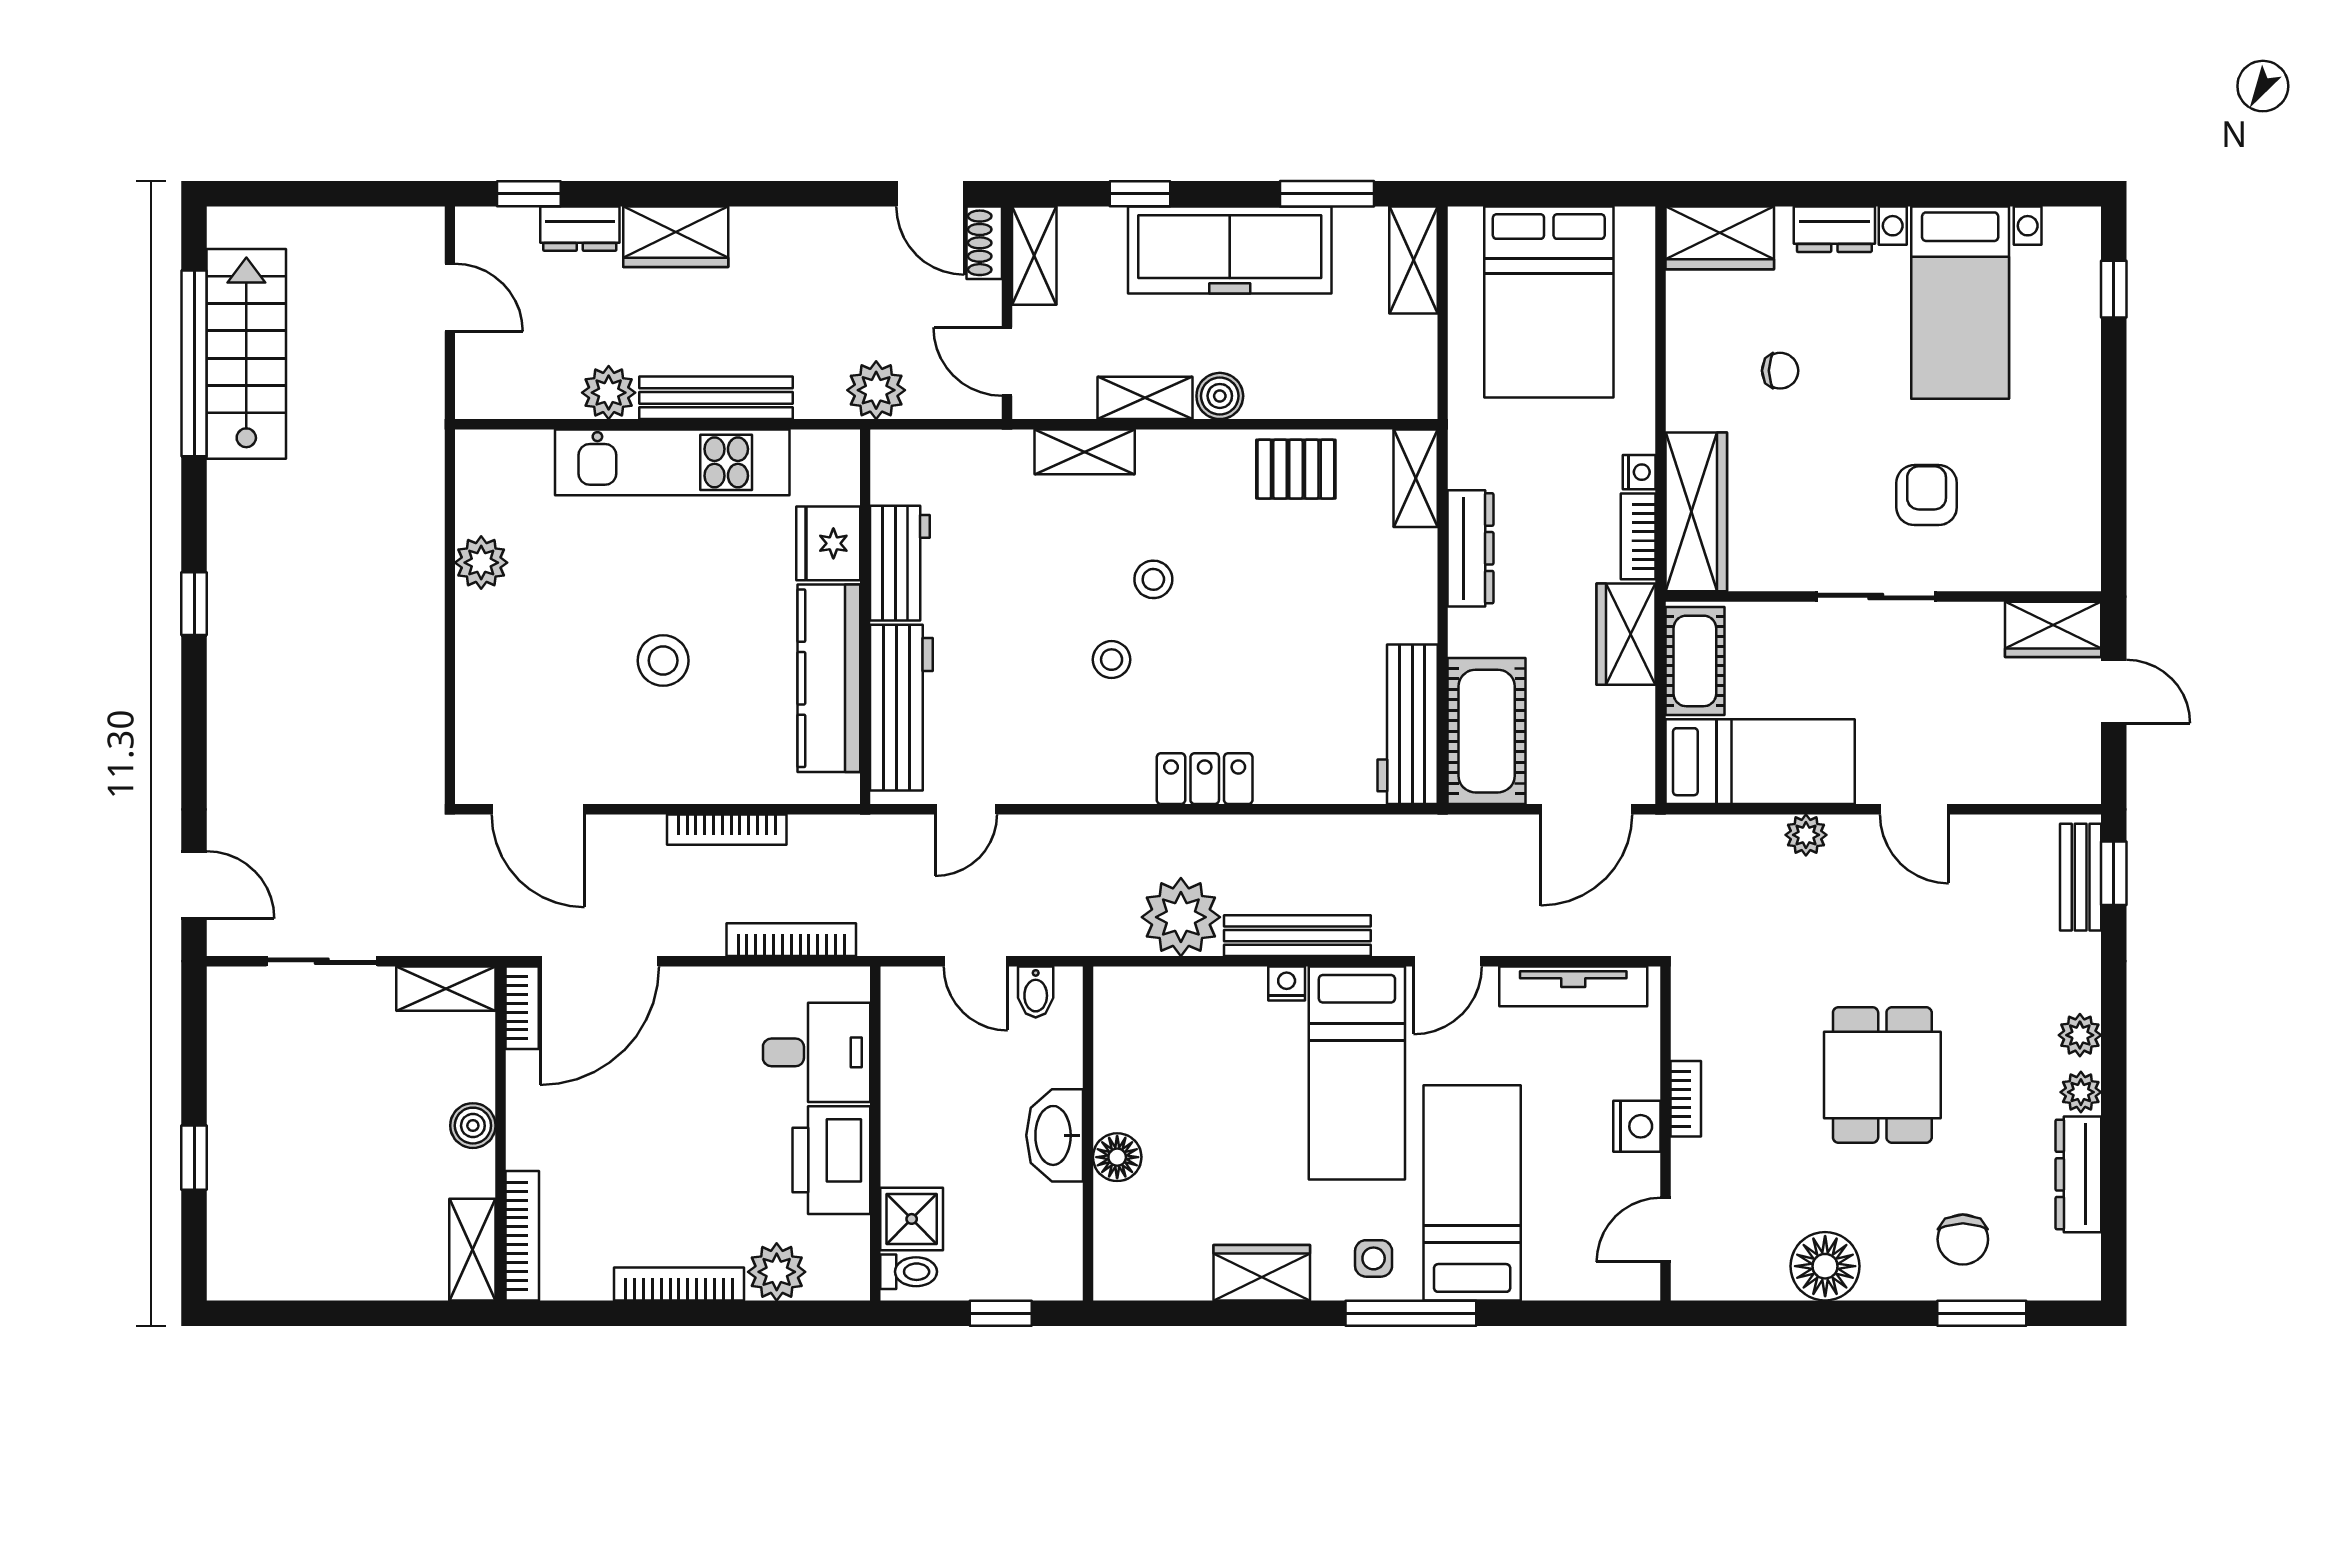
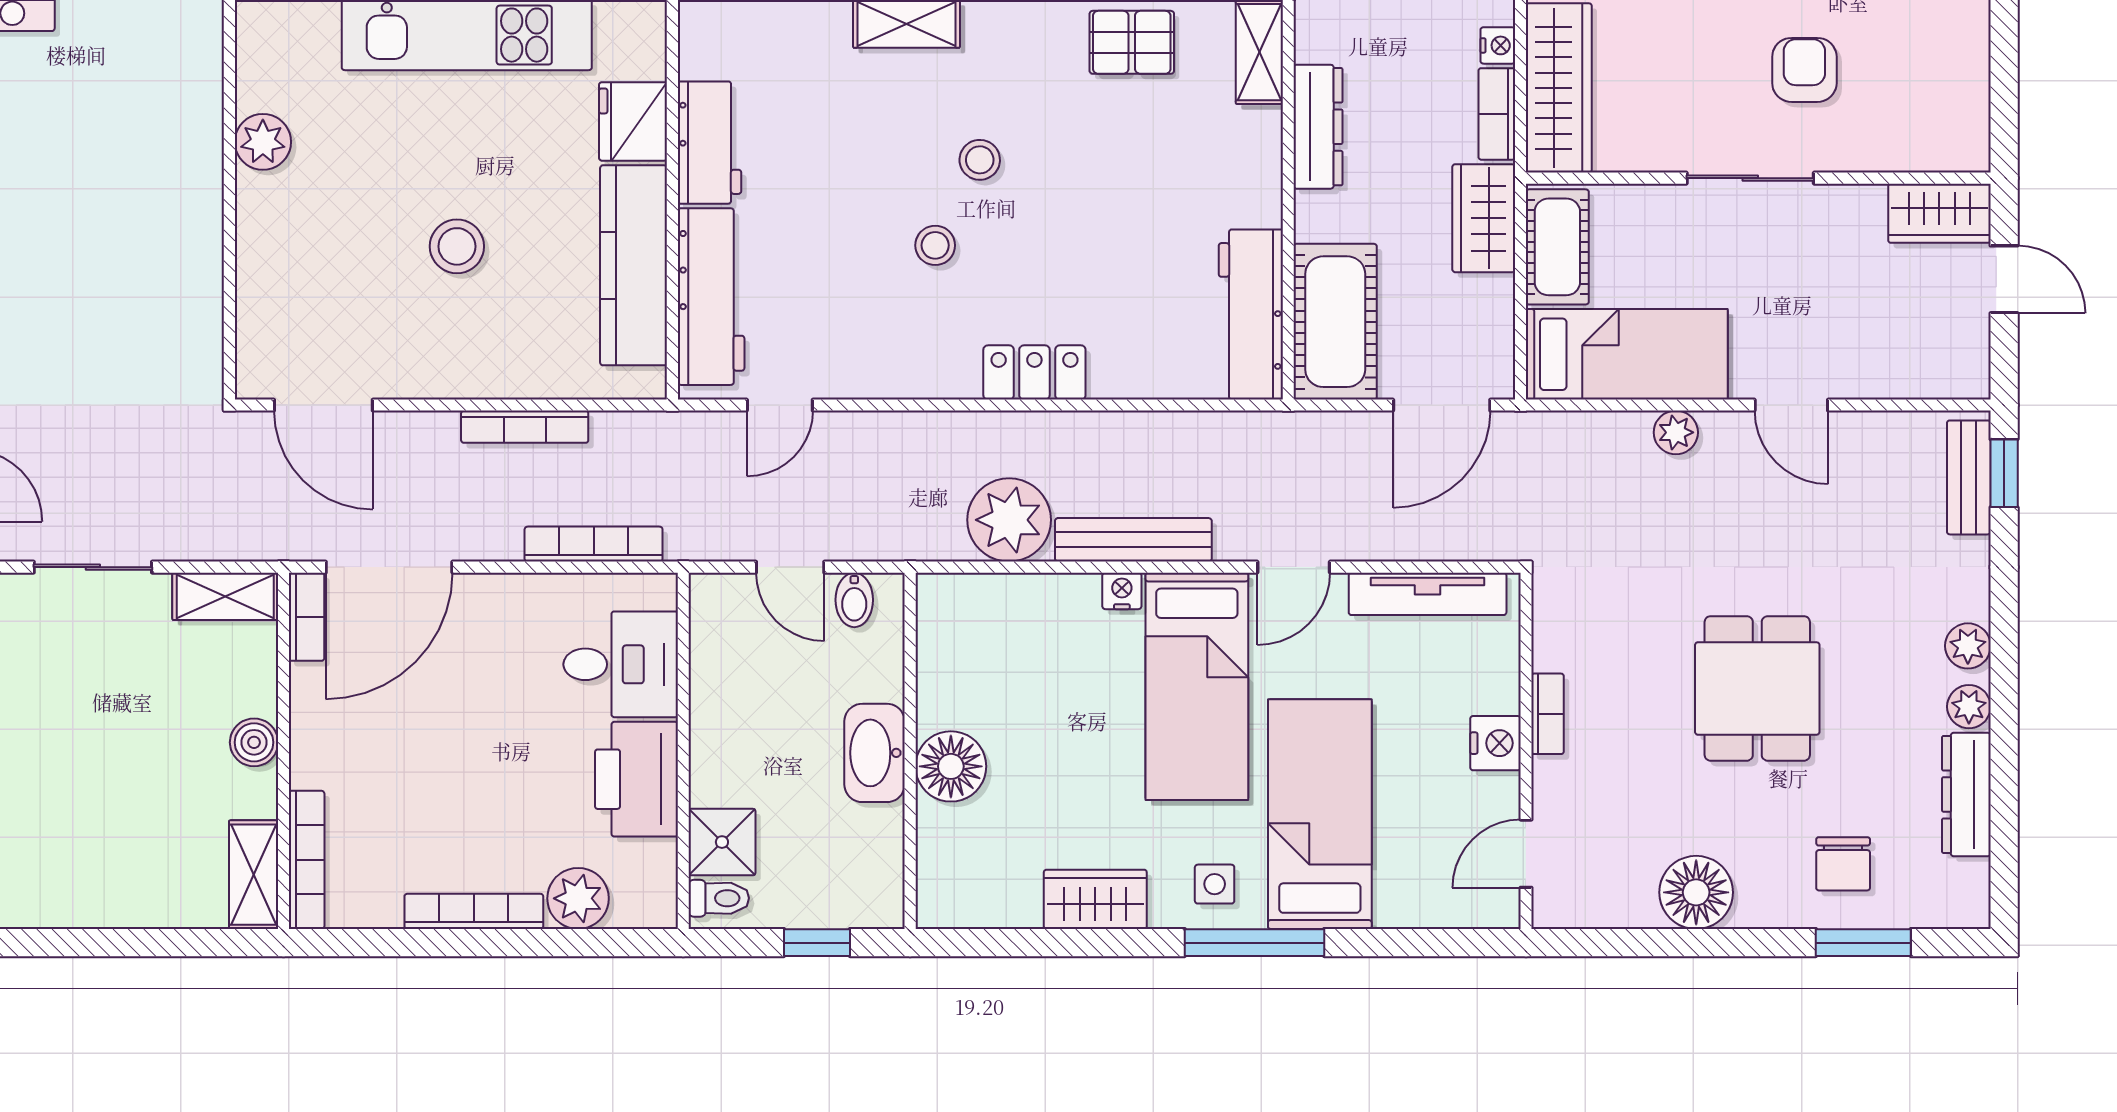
floor lamp: (1117, 1157) -> (951, 766), width x1.38, depth x1.38

